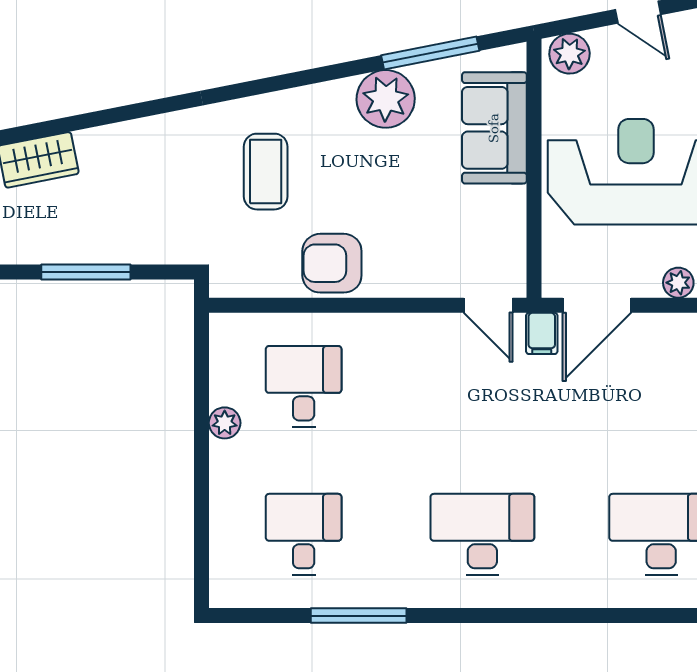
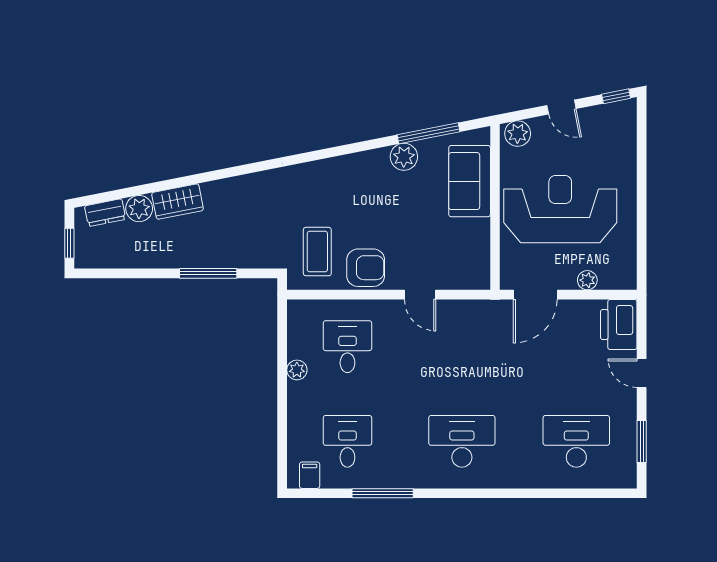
plant: (386, 99) -> (404, 157), width x0.73, depth x0.73
coffee table: (266, 172) -> (317, 252), moved
armchair: (332, 263) -> (366, 268), turned 180
door: (488, 305) -> (420, 295), moved
filing cabinet: (542, 333) -> (310, 475), moved, turned 180

